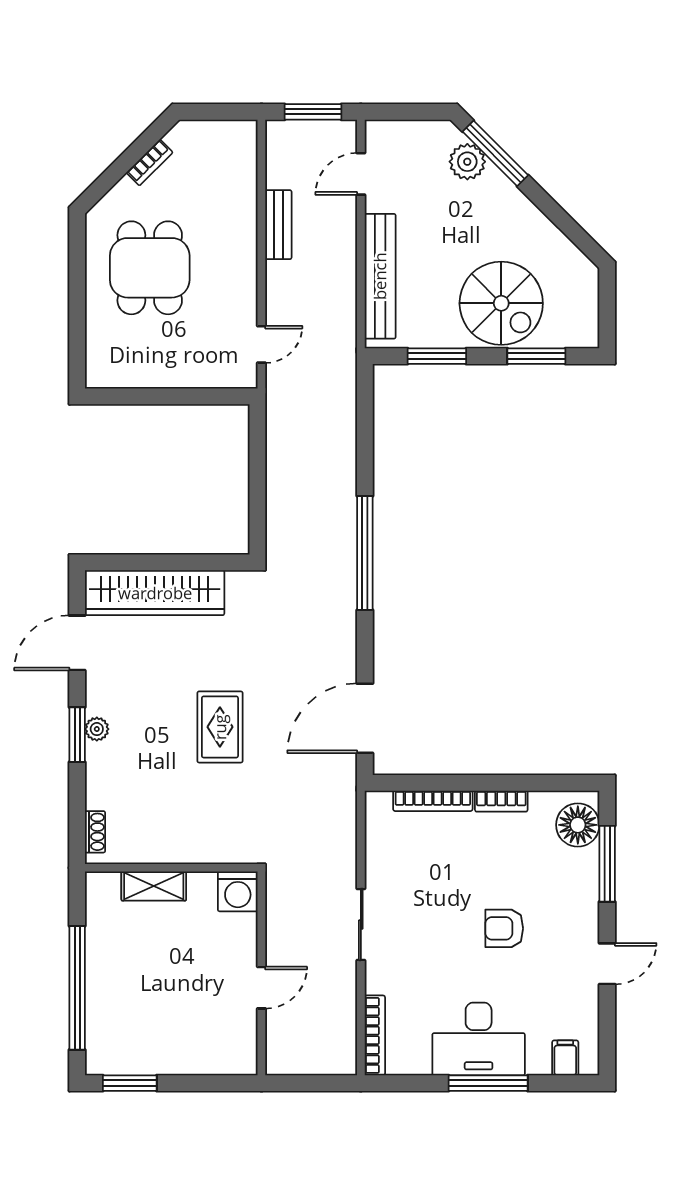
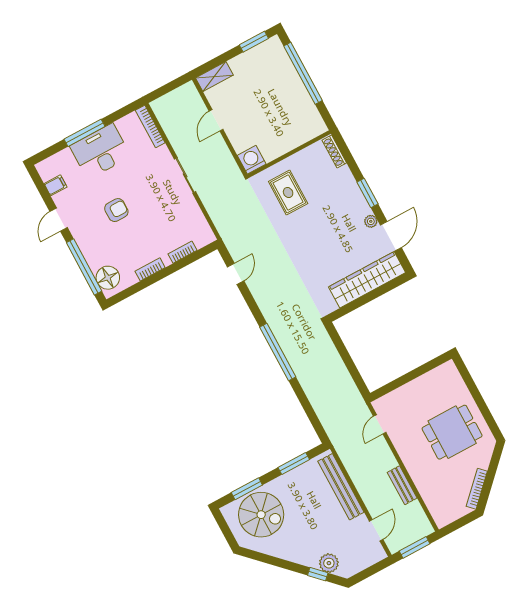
window: (495, 153) -> (318, 574), width x0.46
bookcase: (150, 162) -> (477, 489), width x1.56
dining table: (150, 268) -> (452, 432), turned 90
spiral stairs: (501, 303) -> (261, 515), moved, turned 180
door: (365, 718) -> (236, 274), width x0.53
rug: (220, 727) -> (288, 193), moved
plant: (97, 729) -> (371, 221), moved
bookcase: (433, 801) -> (182, 252), width x0.64
shoe rack: (95, 832) -> (334, 152), width x1.43
window: (607, 864) -> (84, 267), width x1.46
shelving: (154, 886) -> (214, 76), moved
filing cabinet: (565, 1058) -> (56, 185), moved, turned -90

